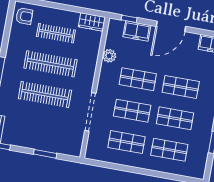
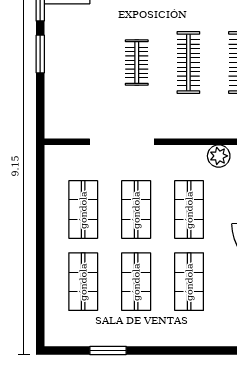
clothes rail: (50, 64) -> (188, 63), width x0.73, depth x0.76
clothes rail: (45, 95) -> (137, 63), width x0.54, depth x0.76
window: (45, 154) -> (40, 54), moved

